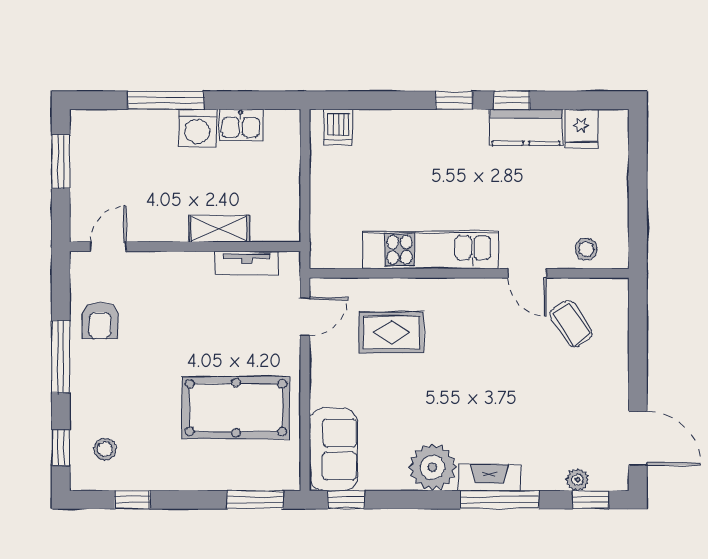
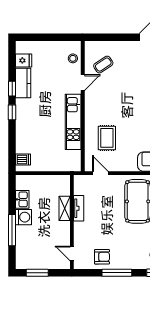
tv unit: (247, 263) -> (79, 208), moved

